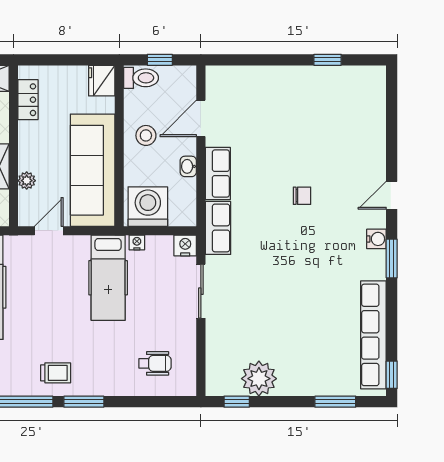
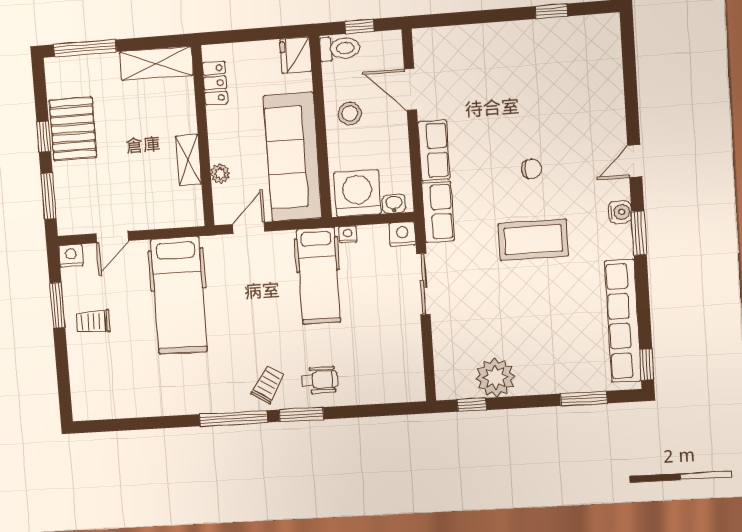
door: (201, 118) -> (410, 89), hinge flipped
washbasin: (188, 166) -> (394, 204), moved, turned 90
coffee table: (300, 258) -> (533, 240), added
wheelchair: (155, 363) -> (320, 380), moved
trolley: (56, 373) -> (268, 385), turned -58

